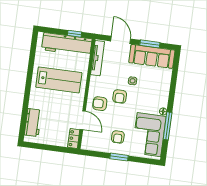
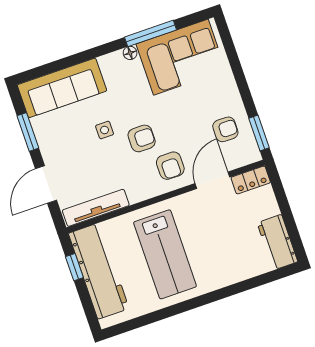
sofa: (152, 56) -> (62, 88), moved, turned 90
lab bench: (59, 80) -> (165, 254), turned 180
workbench: (33, 123) -> (277, 242), moved, turned -90
armchair: (118, 137) -> (225, 129), moved
window: (119, 157) -> (259, 133), moved

